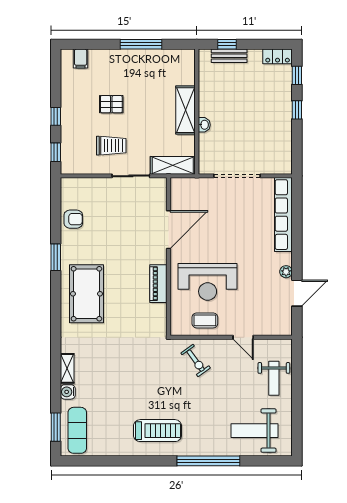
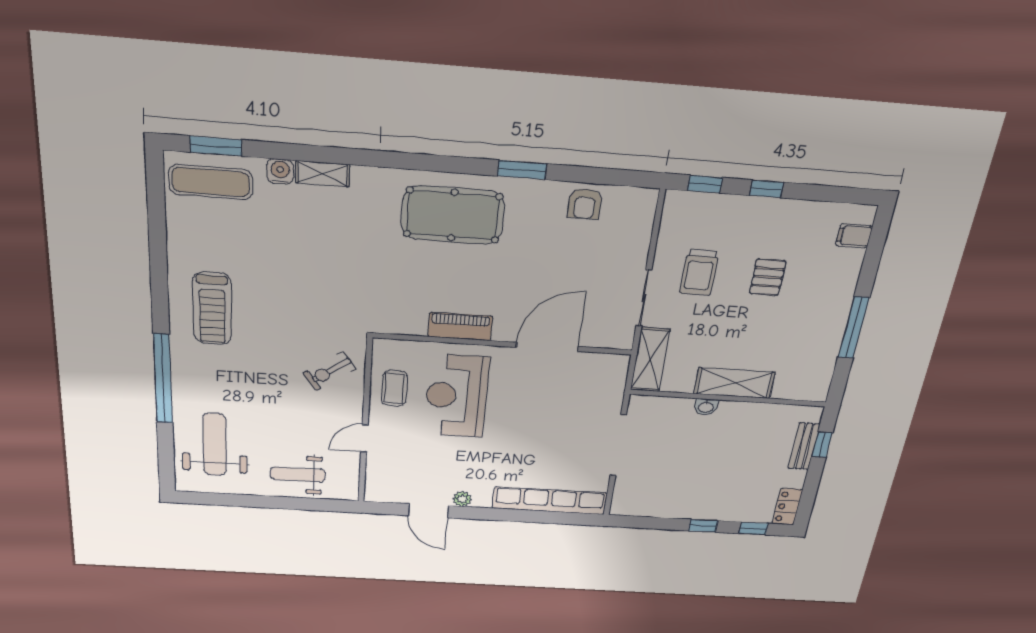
door: (169, 230) -> (547, 347), swing flipped

